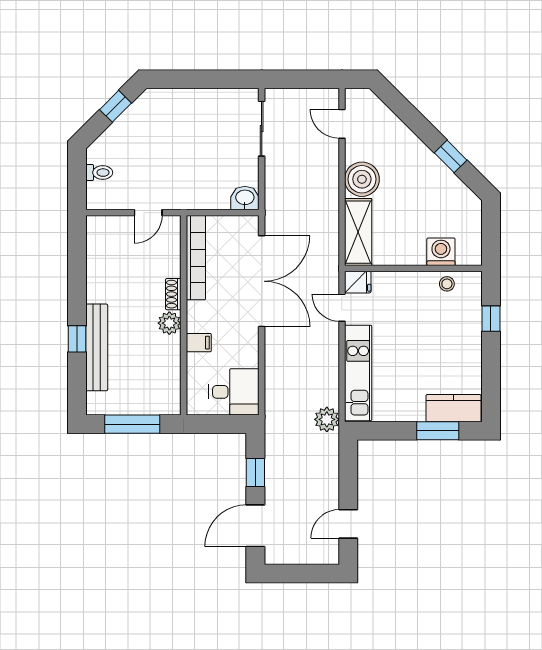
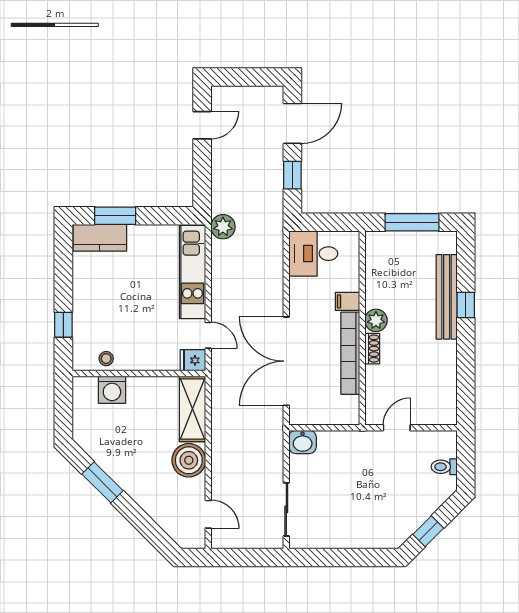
window: (451, 156) -> (103, 482), width x1.50
bookcase: (196, 258) -> (350, 353), moved

